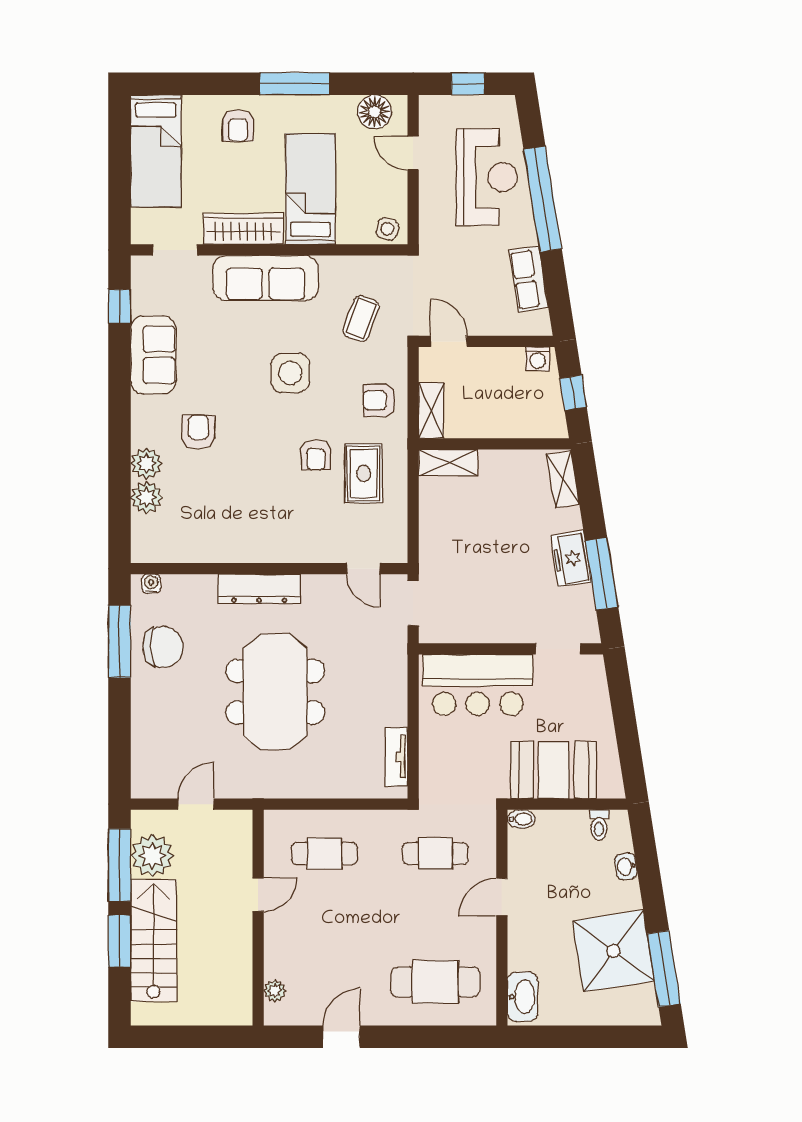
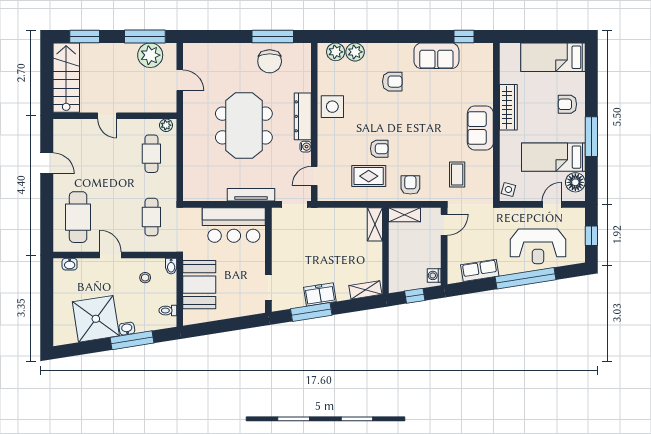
bed: (310, 189) -> (553, 157), moved, turned 180
doorway: (175, 250) -> (496, 68), removed
sofa: (266, 278) -> (480, 128), width x0.73
coffee table: (361, 319) -> (457, 174), turned 70
side table: (290, 373) -> (332, 107), moved
armchair: (316, 455) -> (379, 149), turned 180
plant: (146, 463) -> (336, 52), moved
water cooler: (151, 584) -> (306, 147), moved
bar counter: (478, 685) -> (234, 225), moved, turned -90
meeting table: (275, 692) -> (244, 125), turned 90
tv unit: (396, 757) -> (251, 195), moved, width x1.41
stool: (541, 865) -> (145, 278), added
washbasin: (626, 866) -> (127, 329), moved
door: (258, 895) -> (107, 116), moved
door: (502, 897) -> (110, 255), moved
stairs: (154, 940) -> (66, 78), moved, turned -90
window: (120, 941) -> (85, 37), moved
window: (664, 969) -> (132, 340), moved
plant: (275, 991) -> (166, 125), moved
washbasin: (523, 997) -> (70, 264), width x0.52, depth x0.69

